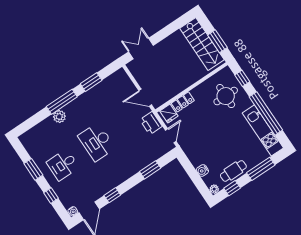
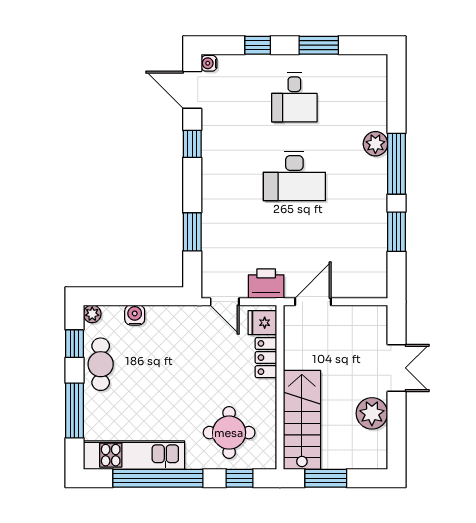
plant: (176, 40) -> (372, 413), added
stairs: (202, 44) -> (302, 420), moved, turned 90
double door: (141, 49) -> (397, 368), moved
desk: (97, 142) -> (294, 176), turned 180
desk: (63, 165) -> (294, 97), turned 180

